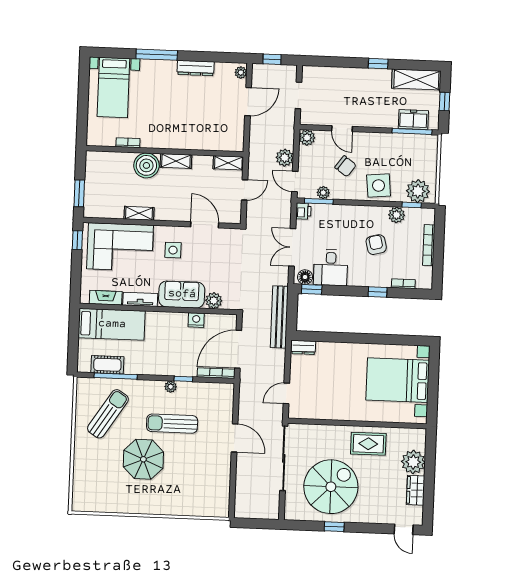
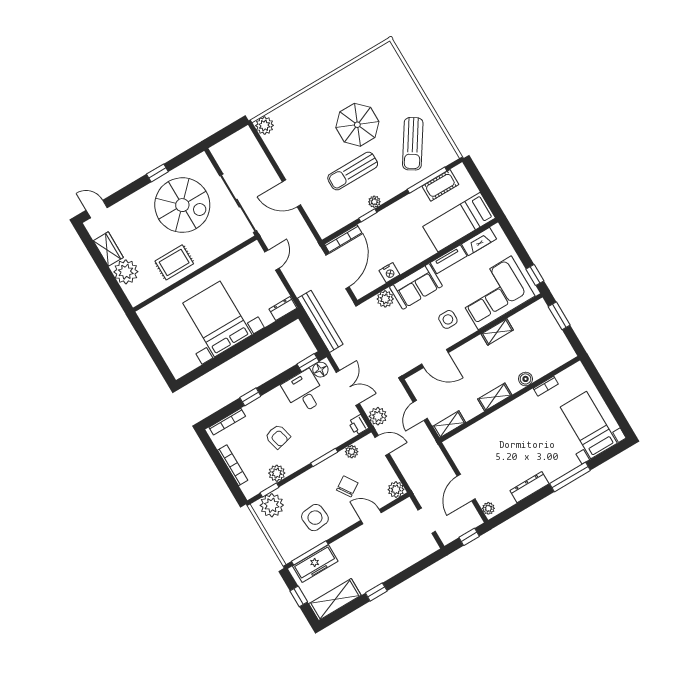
freezer: (413, 120) -> (315, 564), width x1.40
plant: (285, 158) -> (378, 416), moved
boiler: (146, 165) -> (526, 379), width x0.54, depth x0.54
chair: (346, 166) -> (347, 486), turned 111
side table: (379, 186) -> (315, 518), moved
window: (319, 201) -> (324, 458), moved
bookcase: (403, 284) -> (227, 422), width x1.56
bed with nightstands: (398, 380) -> (217, 319), moved, turned -90
sun lounger: (172, 424) -> (353, 171), turned 180
spiral stairs: (331, 487) -> (182, 205), turned -90
plant: (220, 508) -> (265, 126), added

